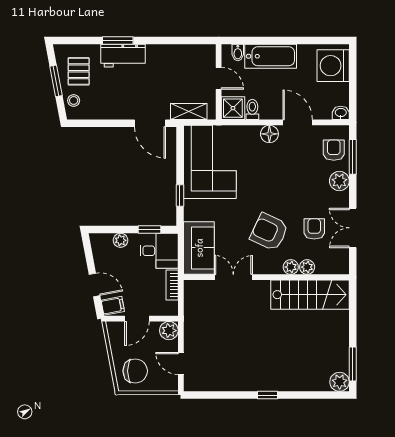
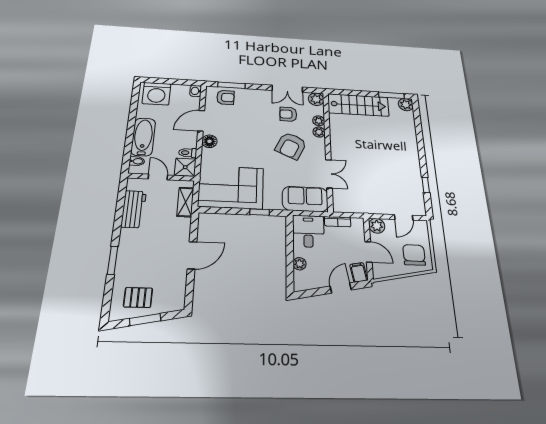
workbench: (123, 56) -> (134, 209), moved
door: (219, 78) -> (158, 177), hinge flipped
stool: (74, 100) -> (166, 303), removed
door: (150, 123) -> (192, 255), moved
armchair: (334, 150) -> (225, 97), turned 180
plant: (339, 181) -> (316, 99), moved
window: (150, 229) -> (290, 239), removed
double door: (233, 277) -> (329, 174), swing flipped
stairs: (310, 295) -> (358, 105), moved, turned 90
window: (268, 395) -> (426, 185), moved

